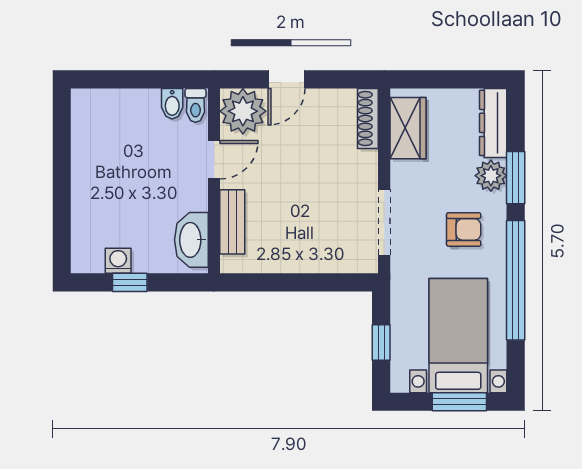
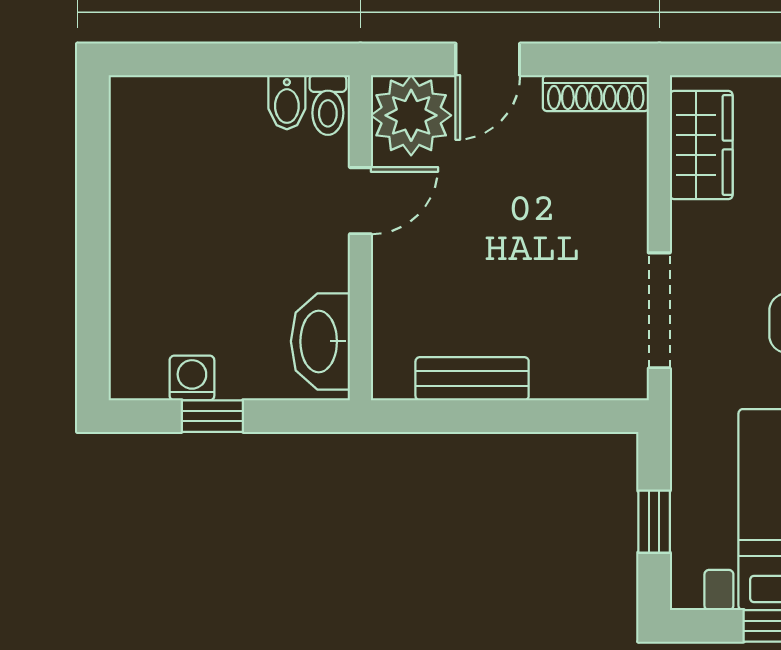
shoe rack: (368, 118) -> (596, 93), moved, turned -90
bench: (232, 222) -> (472, 379), moved, turned 90

